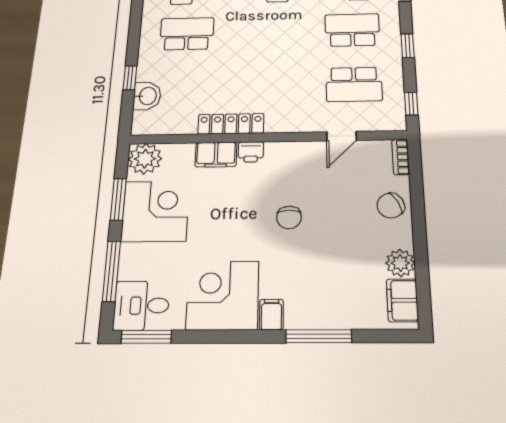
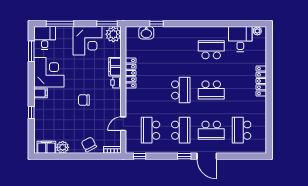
school desk: (187, 34) -> (181, 90), moved
window: (408, 46) -> (184, 156), moved
door: (342, 136) -> (123, 124), hinge flipped
window: (118, 199) -> (107, 24), moved
window: (319, 336) -> (31, 112), width x0.46
window: (146, 337) -> (31, 51), moved

